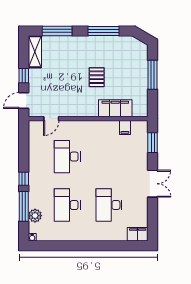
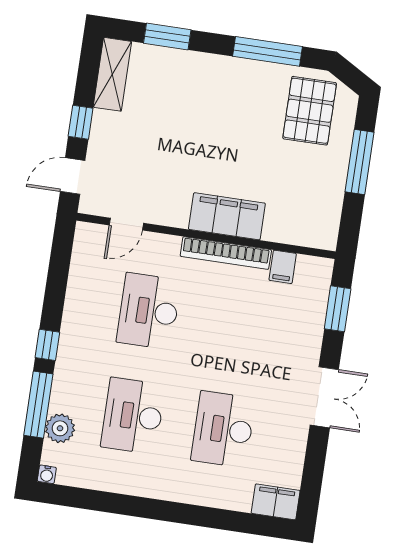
window: (57, 31) -> (167, 36), width x0.69
pallet: (97, 77) -> (310, 111), moved, width x1.50, depth x1.42
filing cabinet: (115, 108) -> (227, 216), moved
bookcase: (98, 125) -> (226, 253), added

